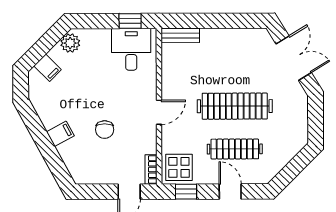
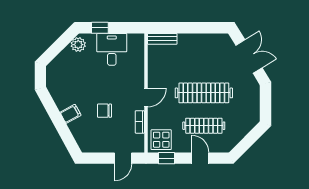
window: (130, 21) -> (100, 28), moved
desk: (131, 49) -> (112, 49), moved
filing cabinet: (48, 68) -> (61, 63), removed
chair: (105, 130) -> (104, 111), turned 90
bookcase: (151, 170) -> (140, 122), moved

